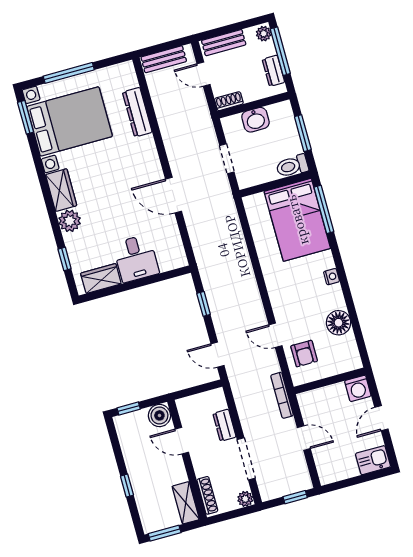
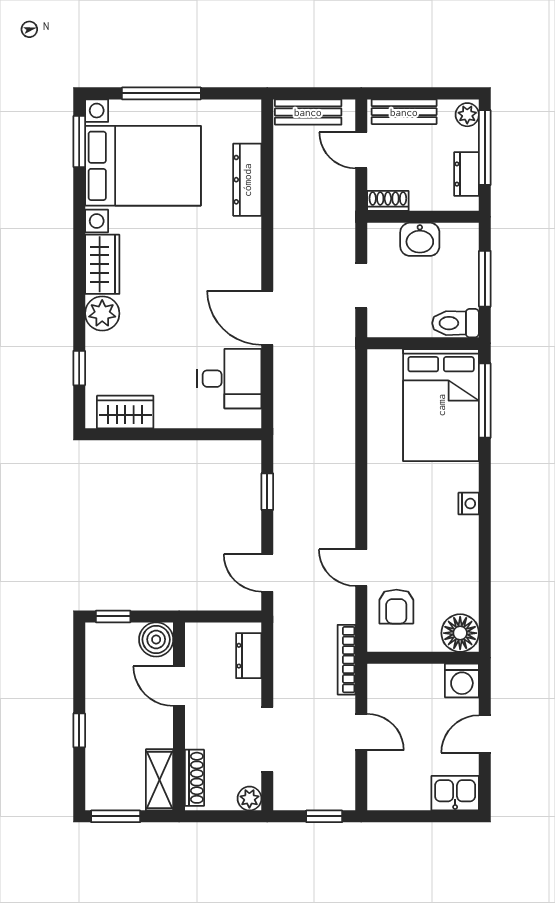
desk: (136, 258) -> (229, 379), moved, turned -90
floor lamp: (338, 323) -> (460, 633), moved
dresser: (224, 425) -> (249, 656), moved

